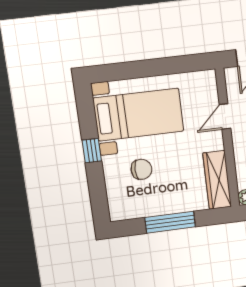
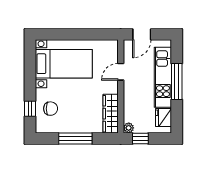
window: (92, 151) -> (30, 109), moved
chair: (141, 169) -> (51, 109), moved

